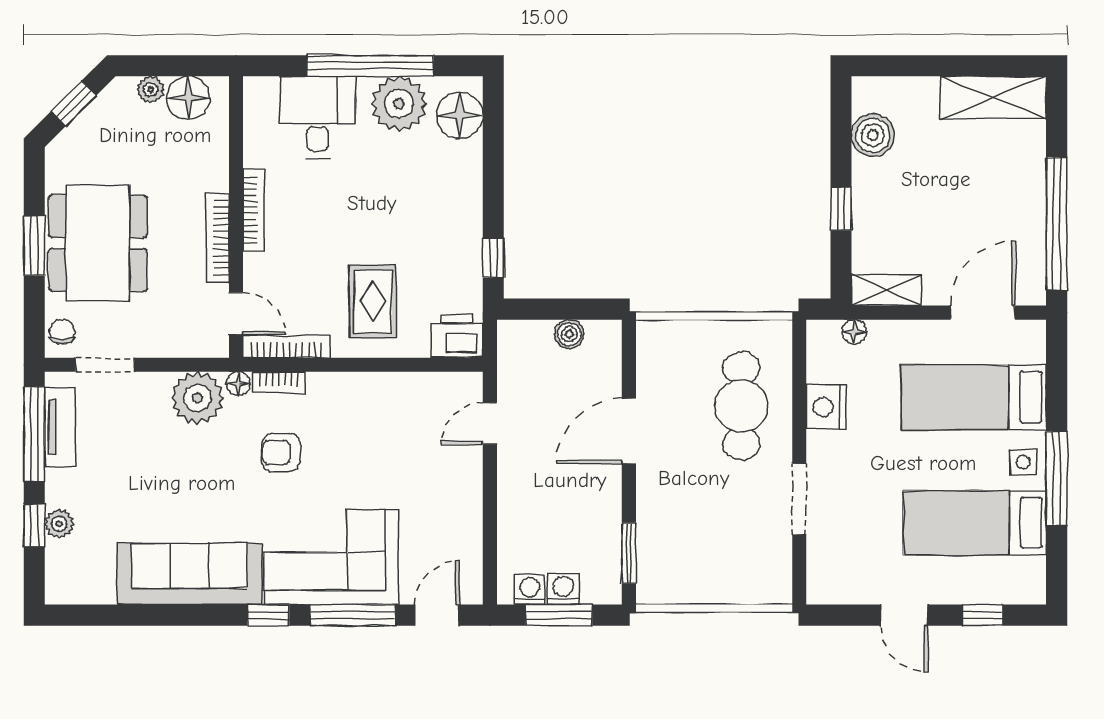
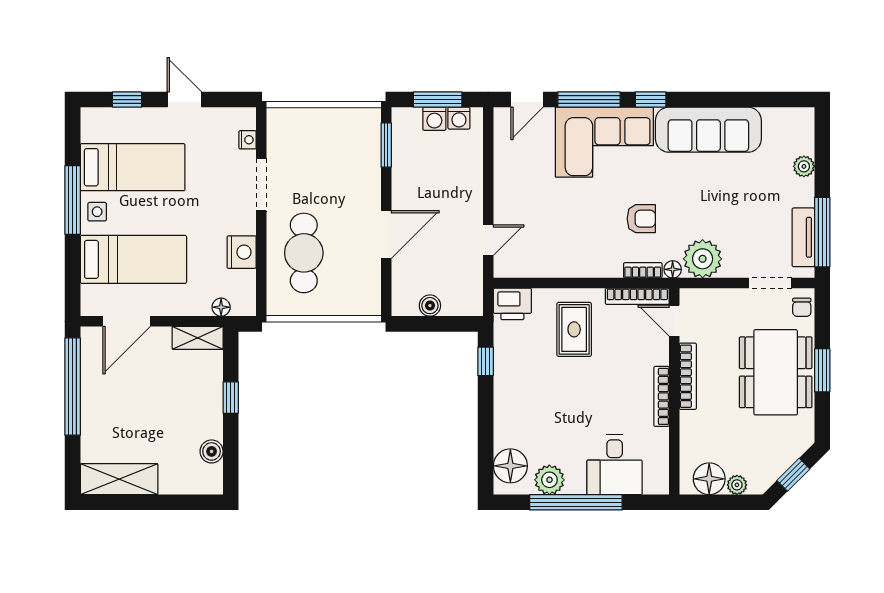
plant: (399, 104) -> (549, 480), width x0.73, depth x0.73
boiler: (873, 135) -> (212, 451), width x0.73, depth x0.73
window: (34, 525) -> (822, 165), removed
nightstand: (818, 560) -> (248, 140), added

